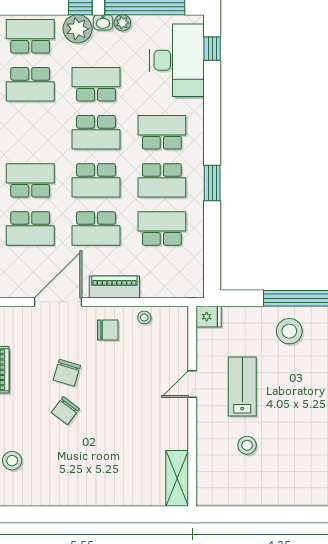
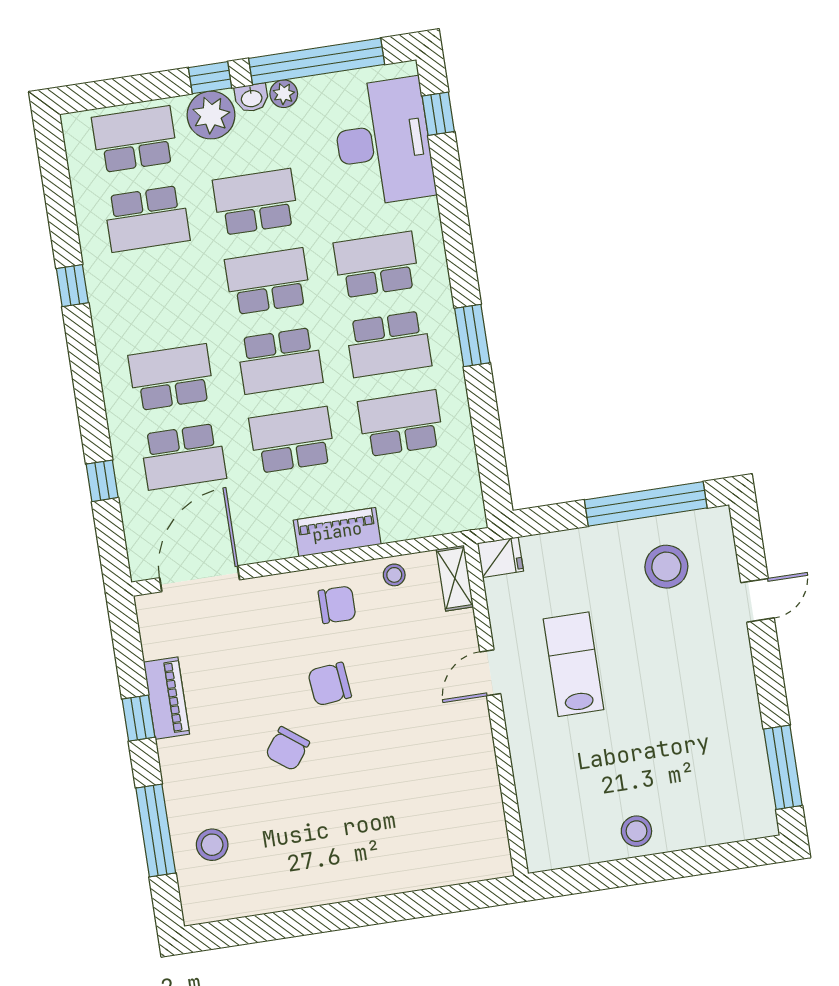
school desk: (96, 132) -> (268, 281), turned 180
school desk: (96, 228) -> (292, 440), turned 180
door: (58, 302) -> (200, 579), moved
stool: (289, 331) -> (666, 567), moved
chair: (67, 373) -> (330, 684), moved, turned 67
stool: (247, 445) -> (636, 831), moved
shelving: (177, 478) -> (455, 578), moved, width x0.67, depth x0.75

